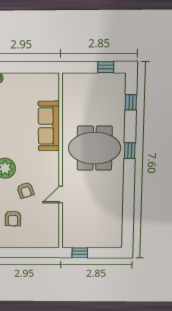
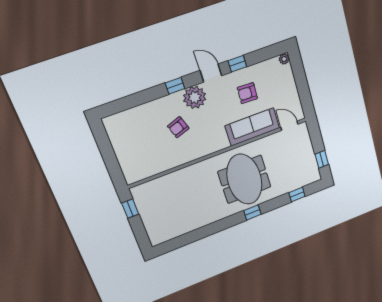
door: (61, 195) -> (289, 126), moved
armchair: (13, 218) -> (247, 93), moved

